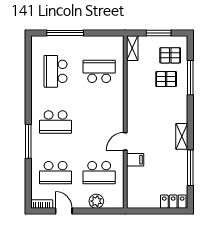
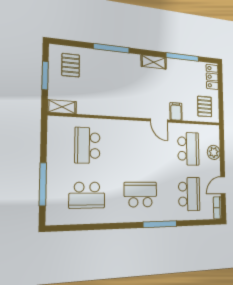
window: (190, 78) -> (111, 48), moved
pallet: (166, 79) -> (205, 106), moved
school desk: (56, 122) -> (140, 195), turned -90

